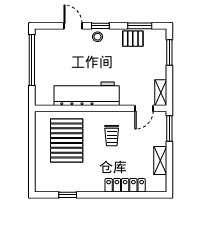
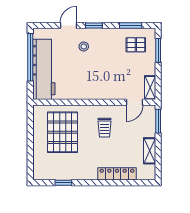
door: (73, 26) -> (68, 26), hinge flipped
stool: (97, 37) -> (84, 47), moved
pallet: (133, 39) -> (136, 45), moved
workbench: (87, 94) -> (44, 69), moved, turned 90

